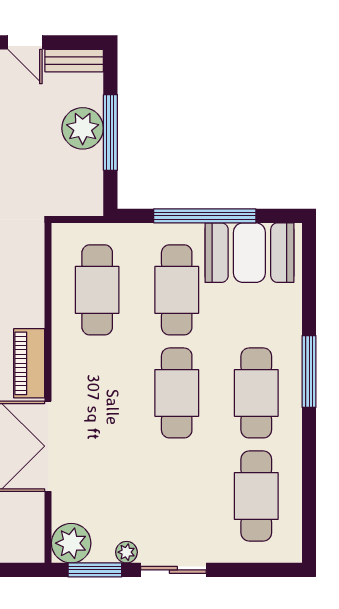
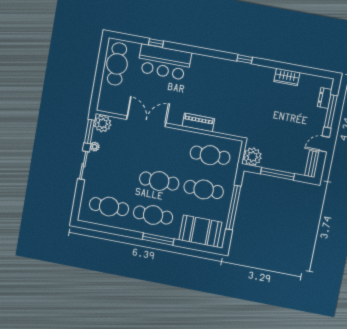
plant: (83, 128) -> (252, 157), moved
booth: (249, 253) -> (200, 231), moved, turned 90
piano: (29, 363) -> (198, 122), moved

